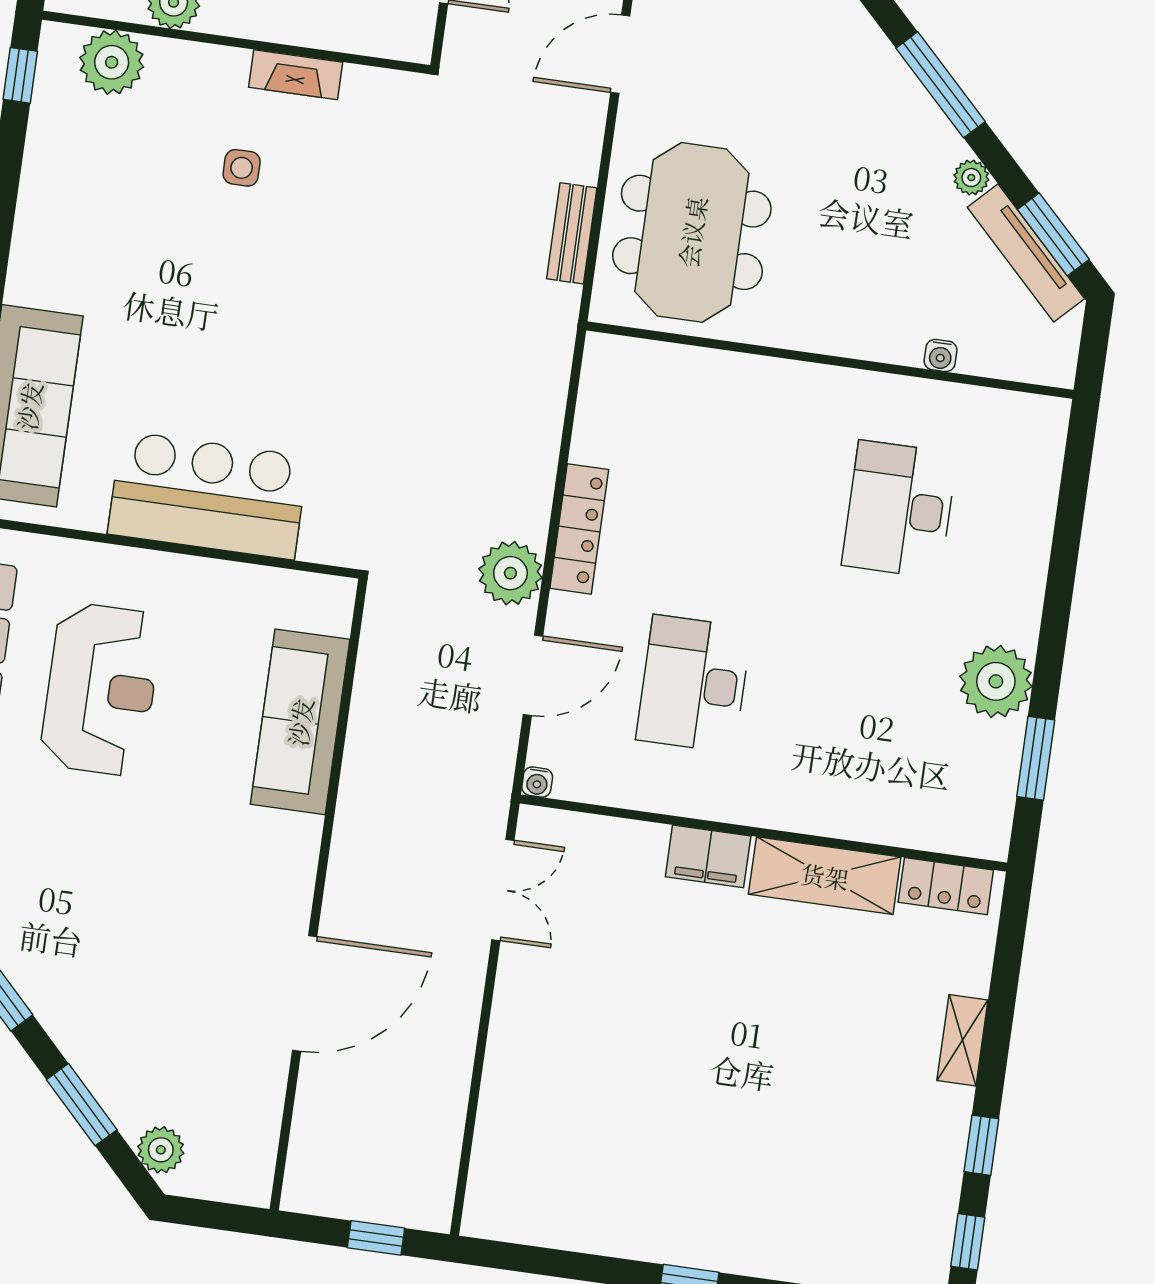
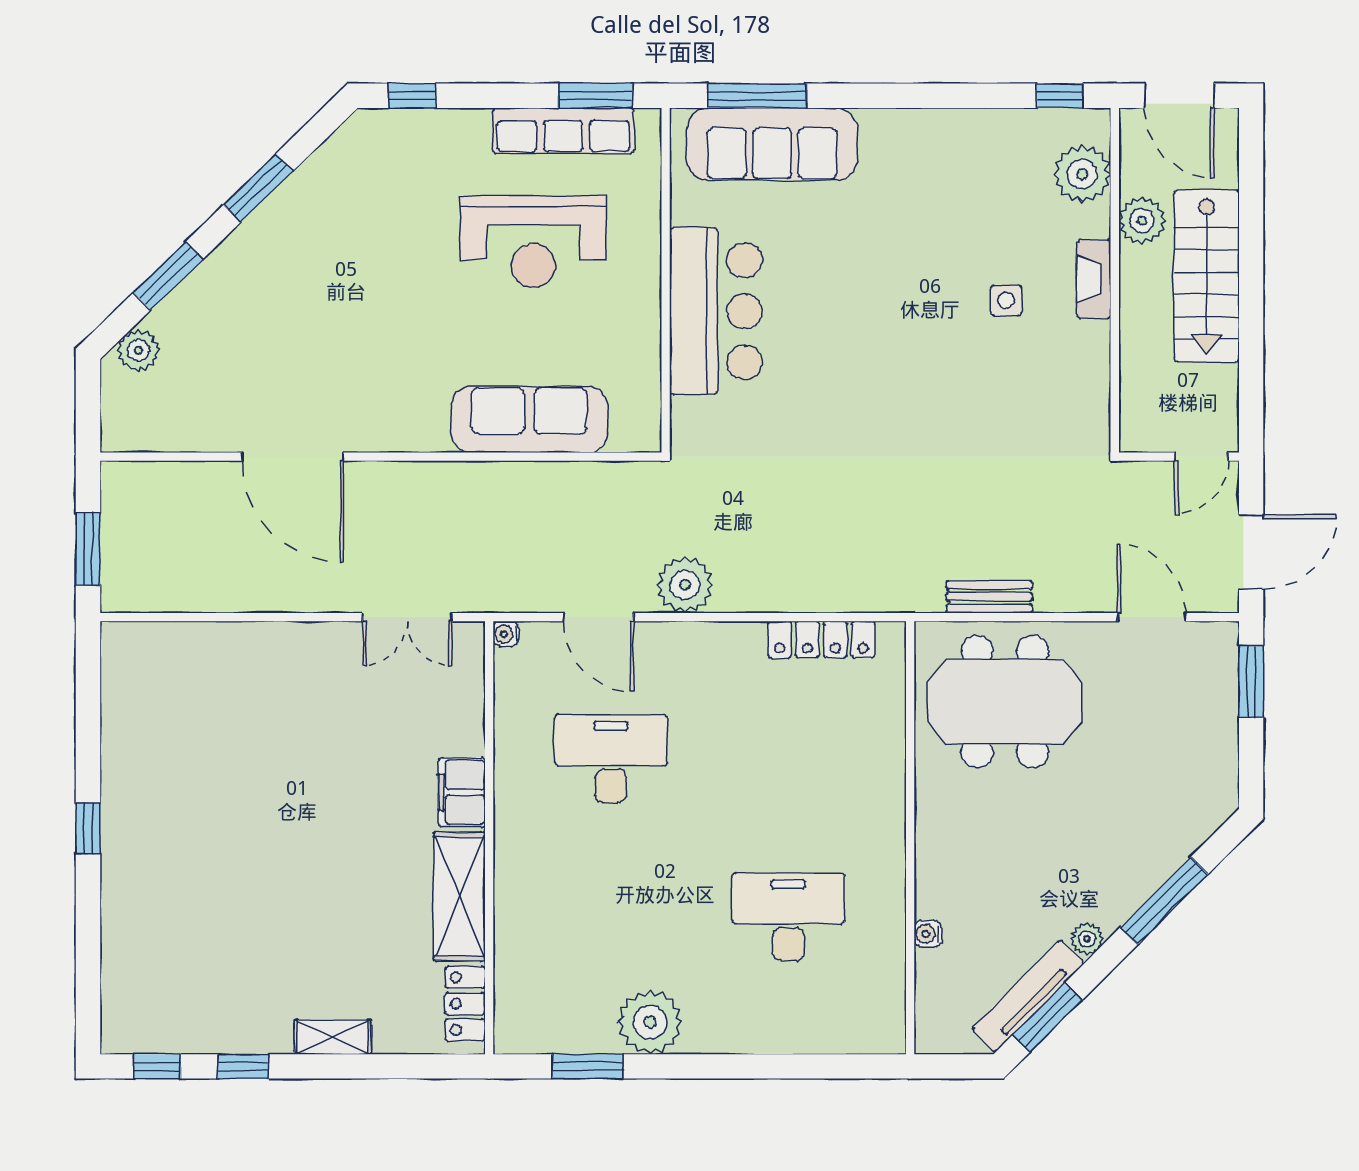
fireplace: (296, 75) -> (1094, 279), moved
locker: (579, 529) -> (821, 640), moved
window: (376, 1238) -> (88, 549), width x1.50

